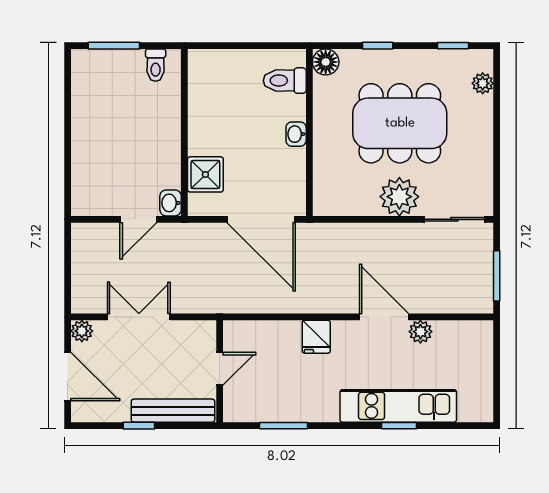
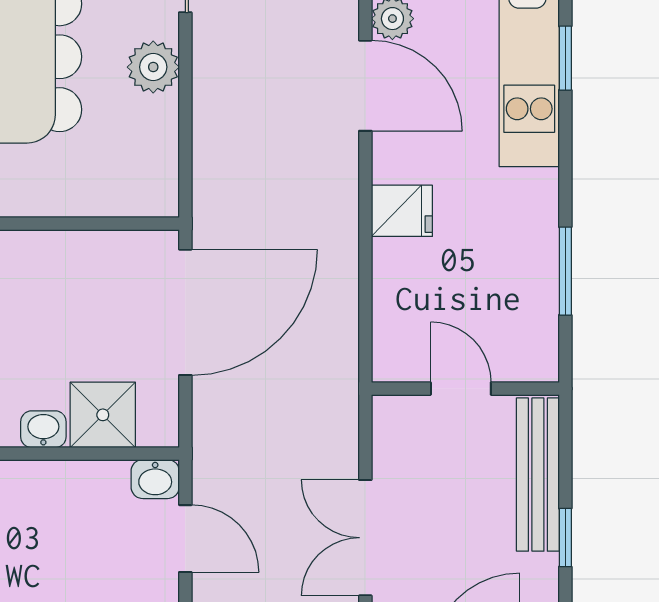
washbasin: (296, 134) -> (43, 429), moved, turned 180
plant: (399, 197) -> (153, 67), width x0.73, depth x0.73
door: (384, 317) -> (365, 86), swing flipped

